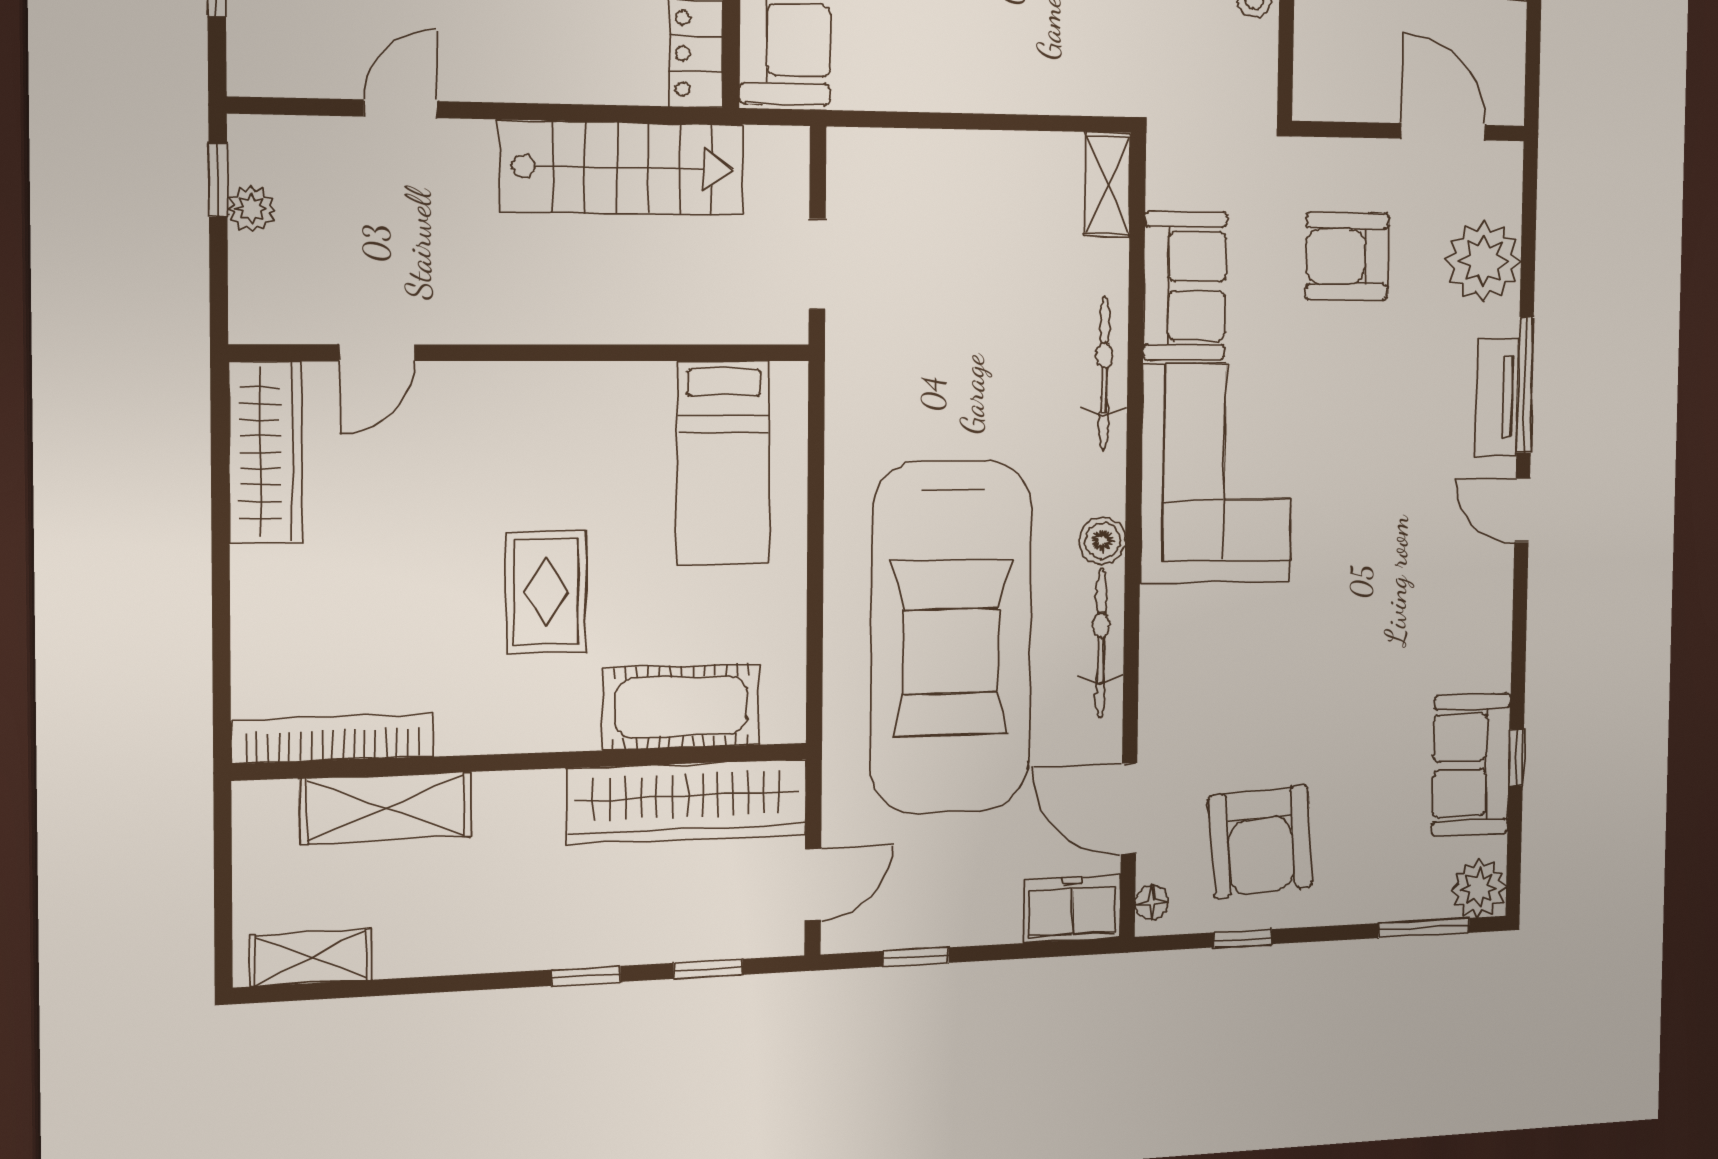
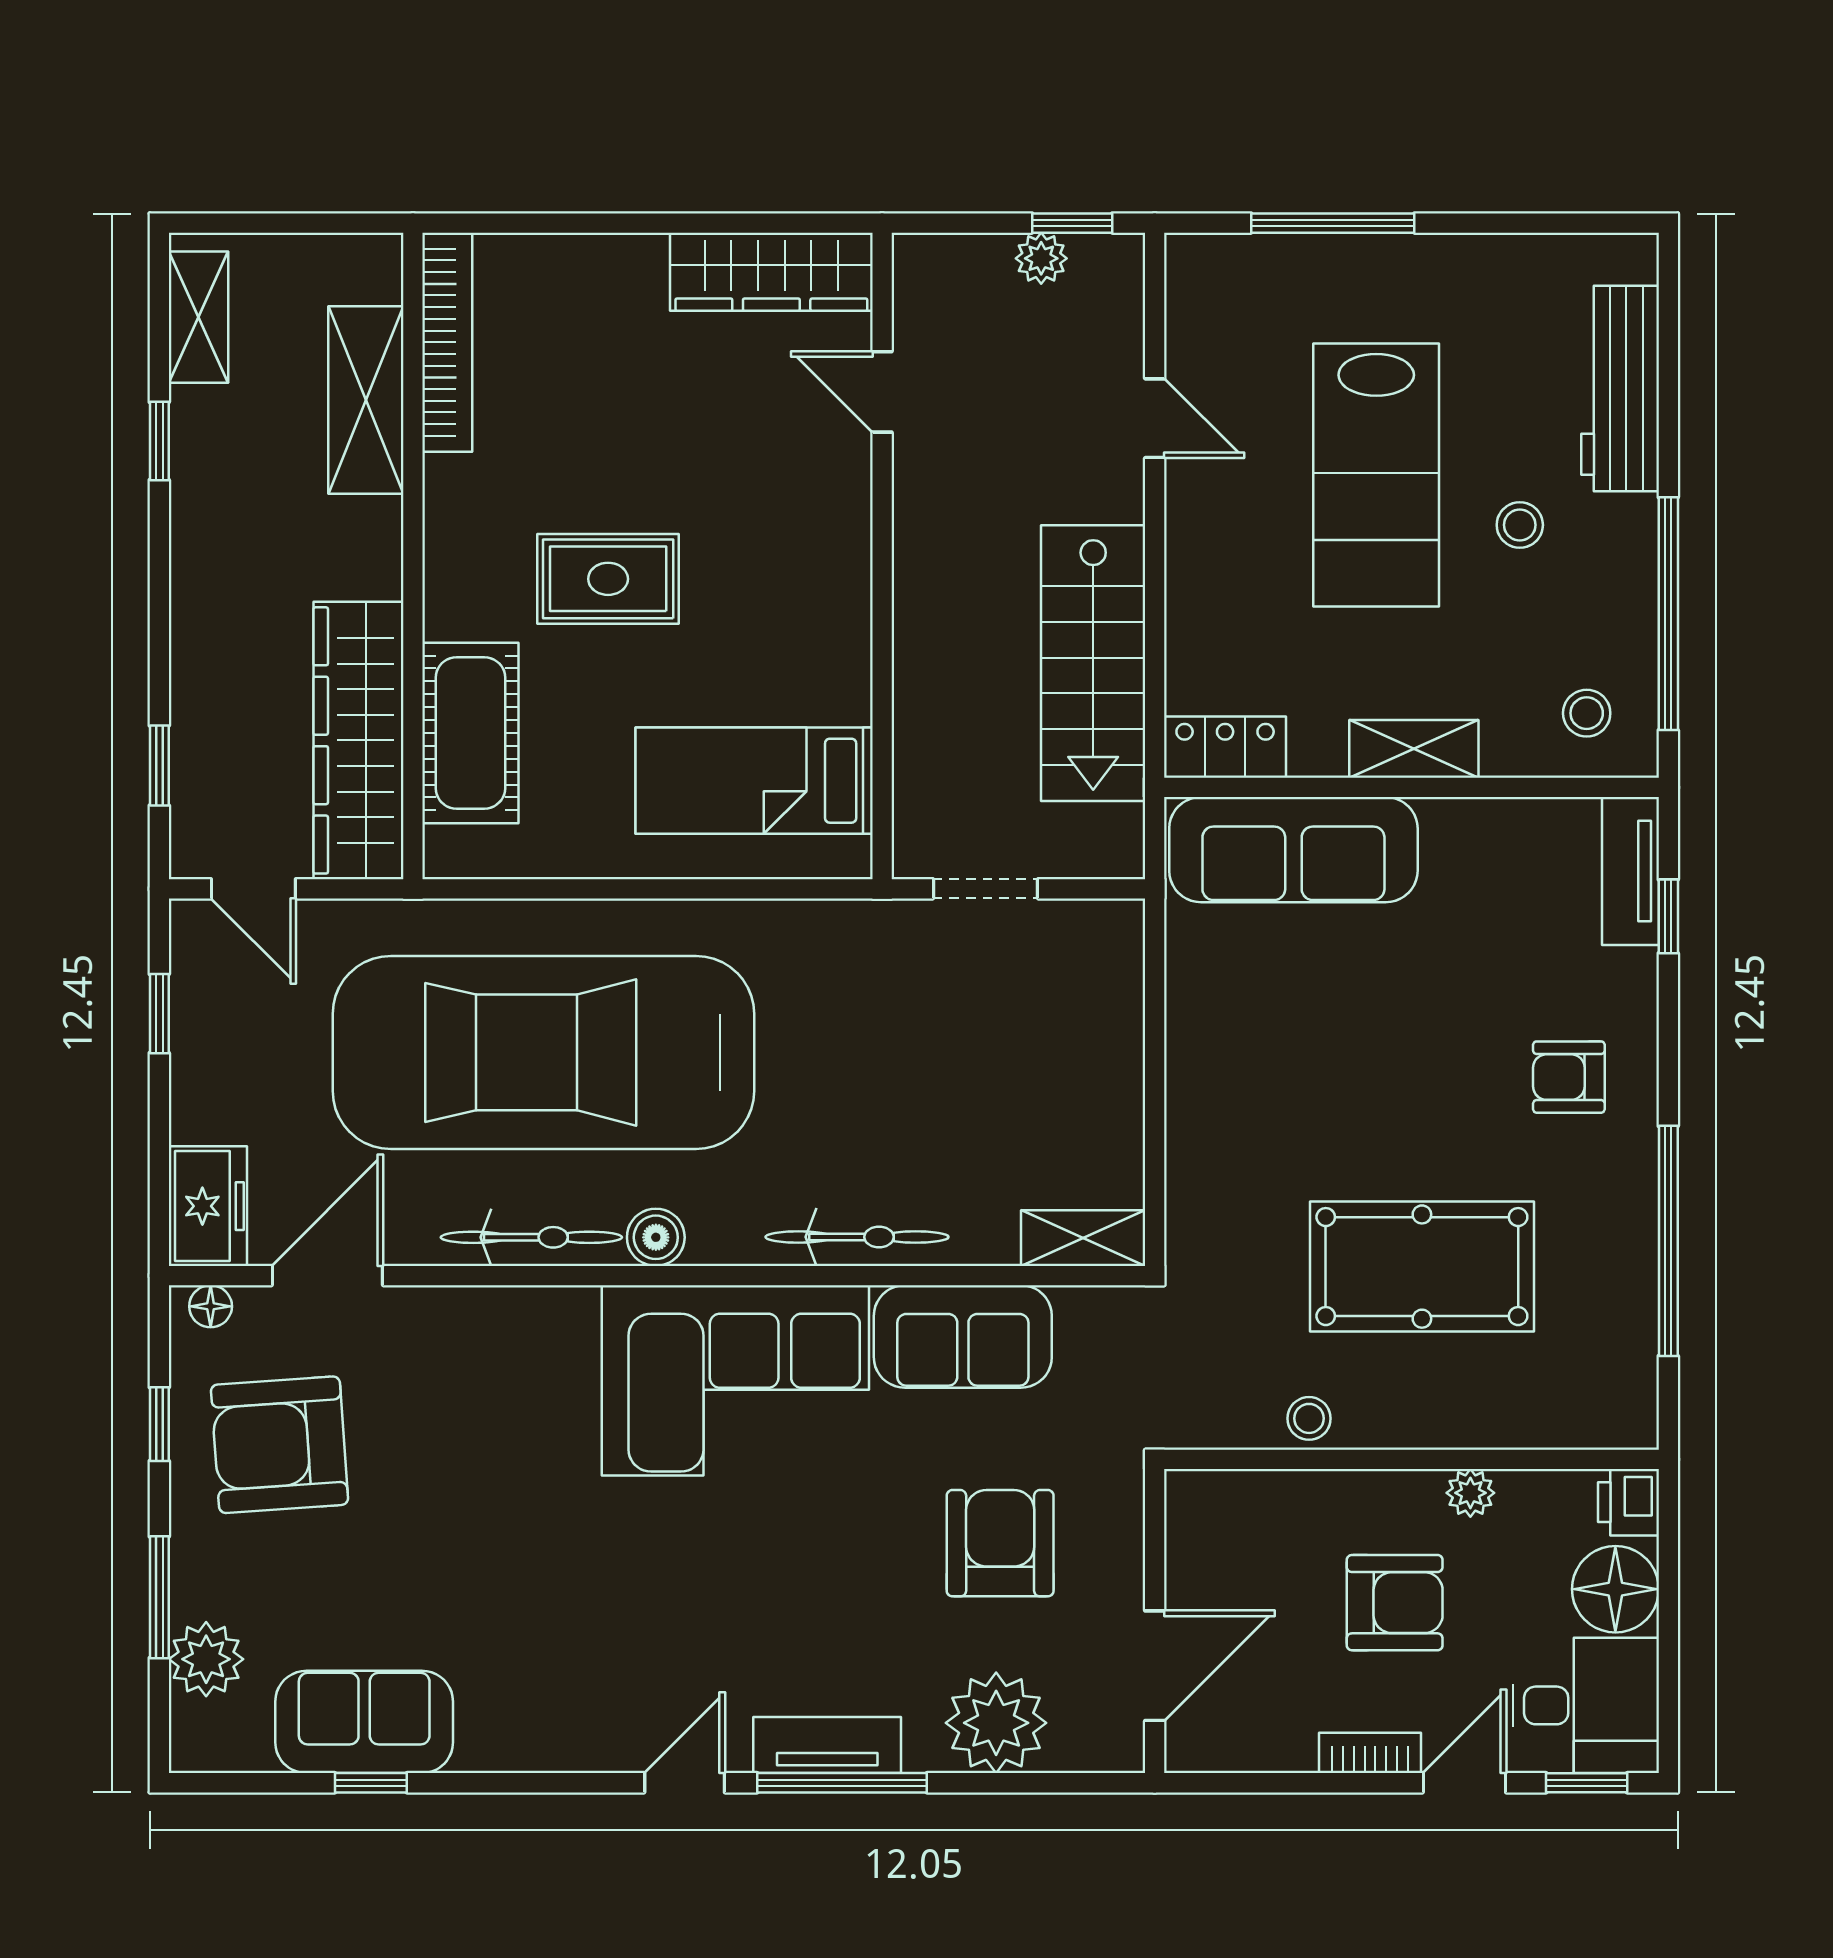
plant: (1479, 888) -> (206, 1659), moved
window: (1424, 928) -> (159, 1597), moved
window: (586, 976) -> (159, 441), moved

